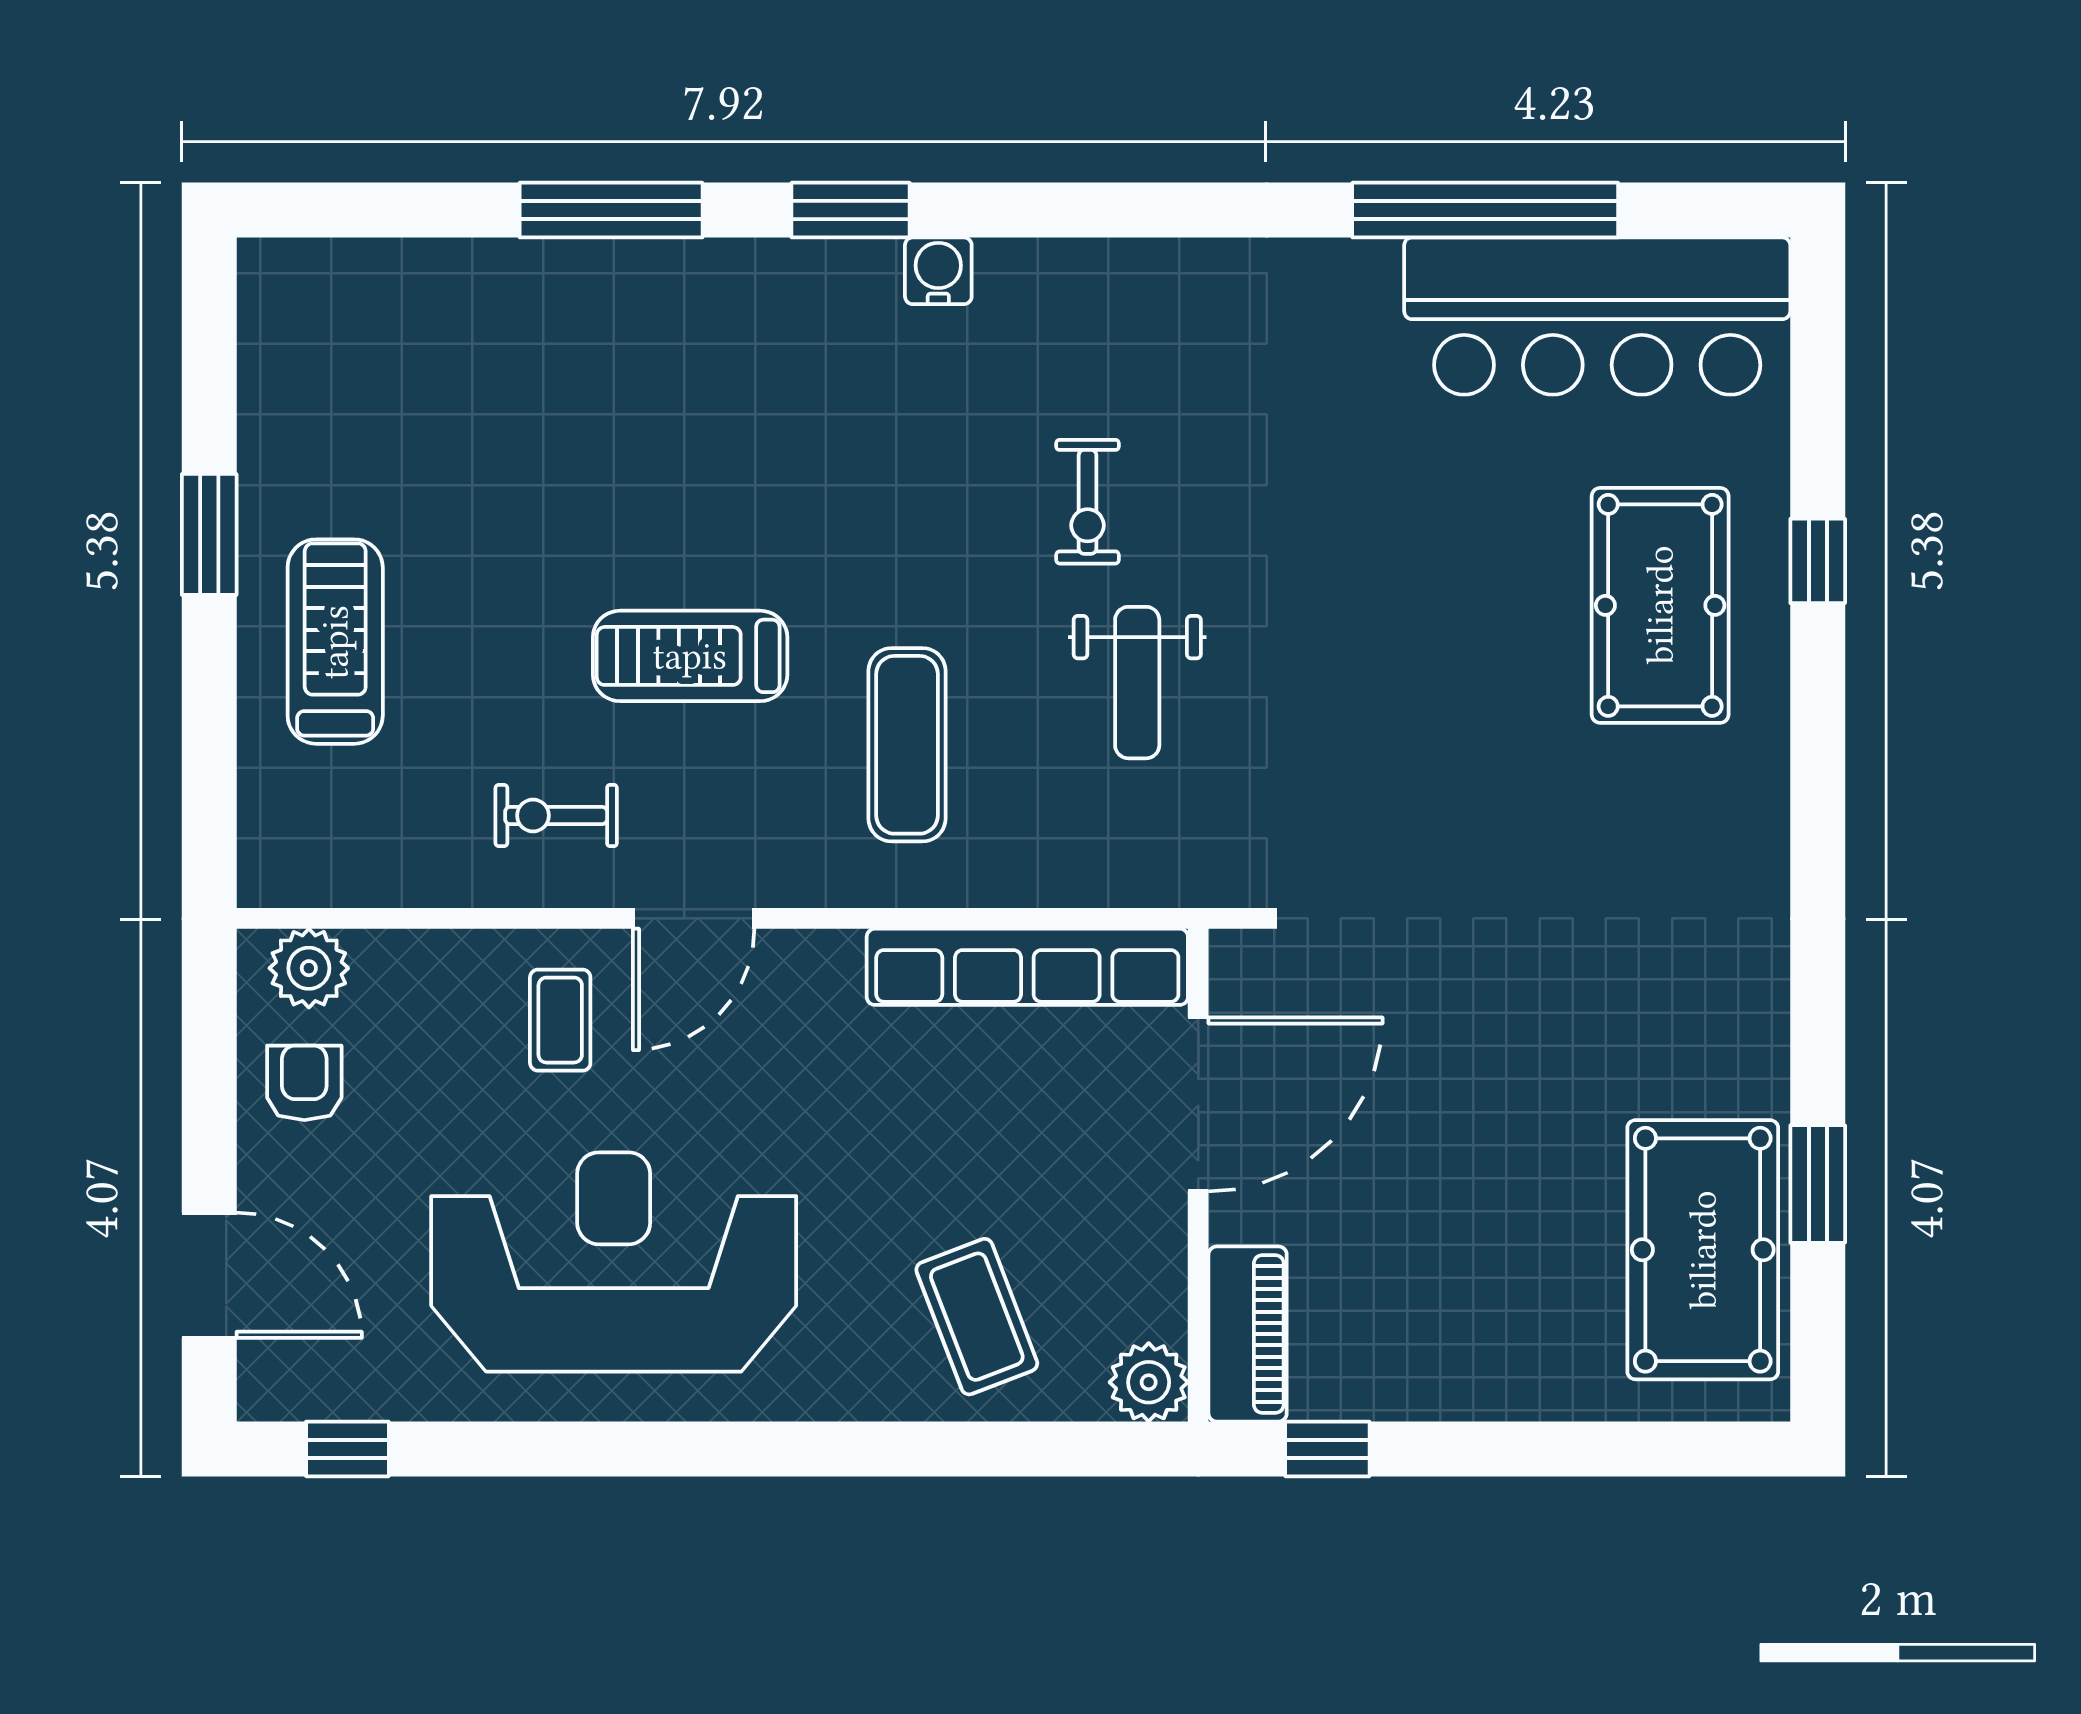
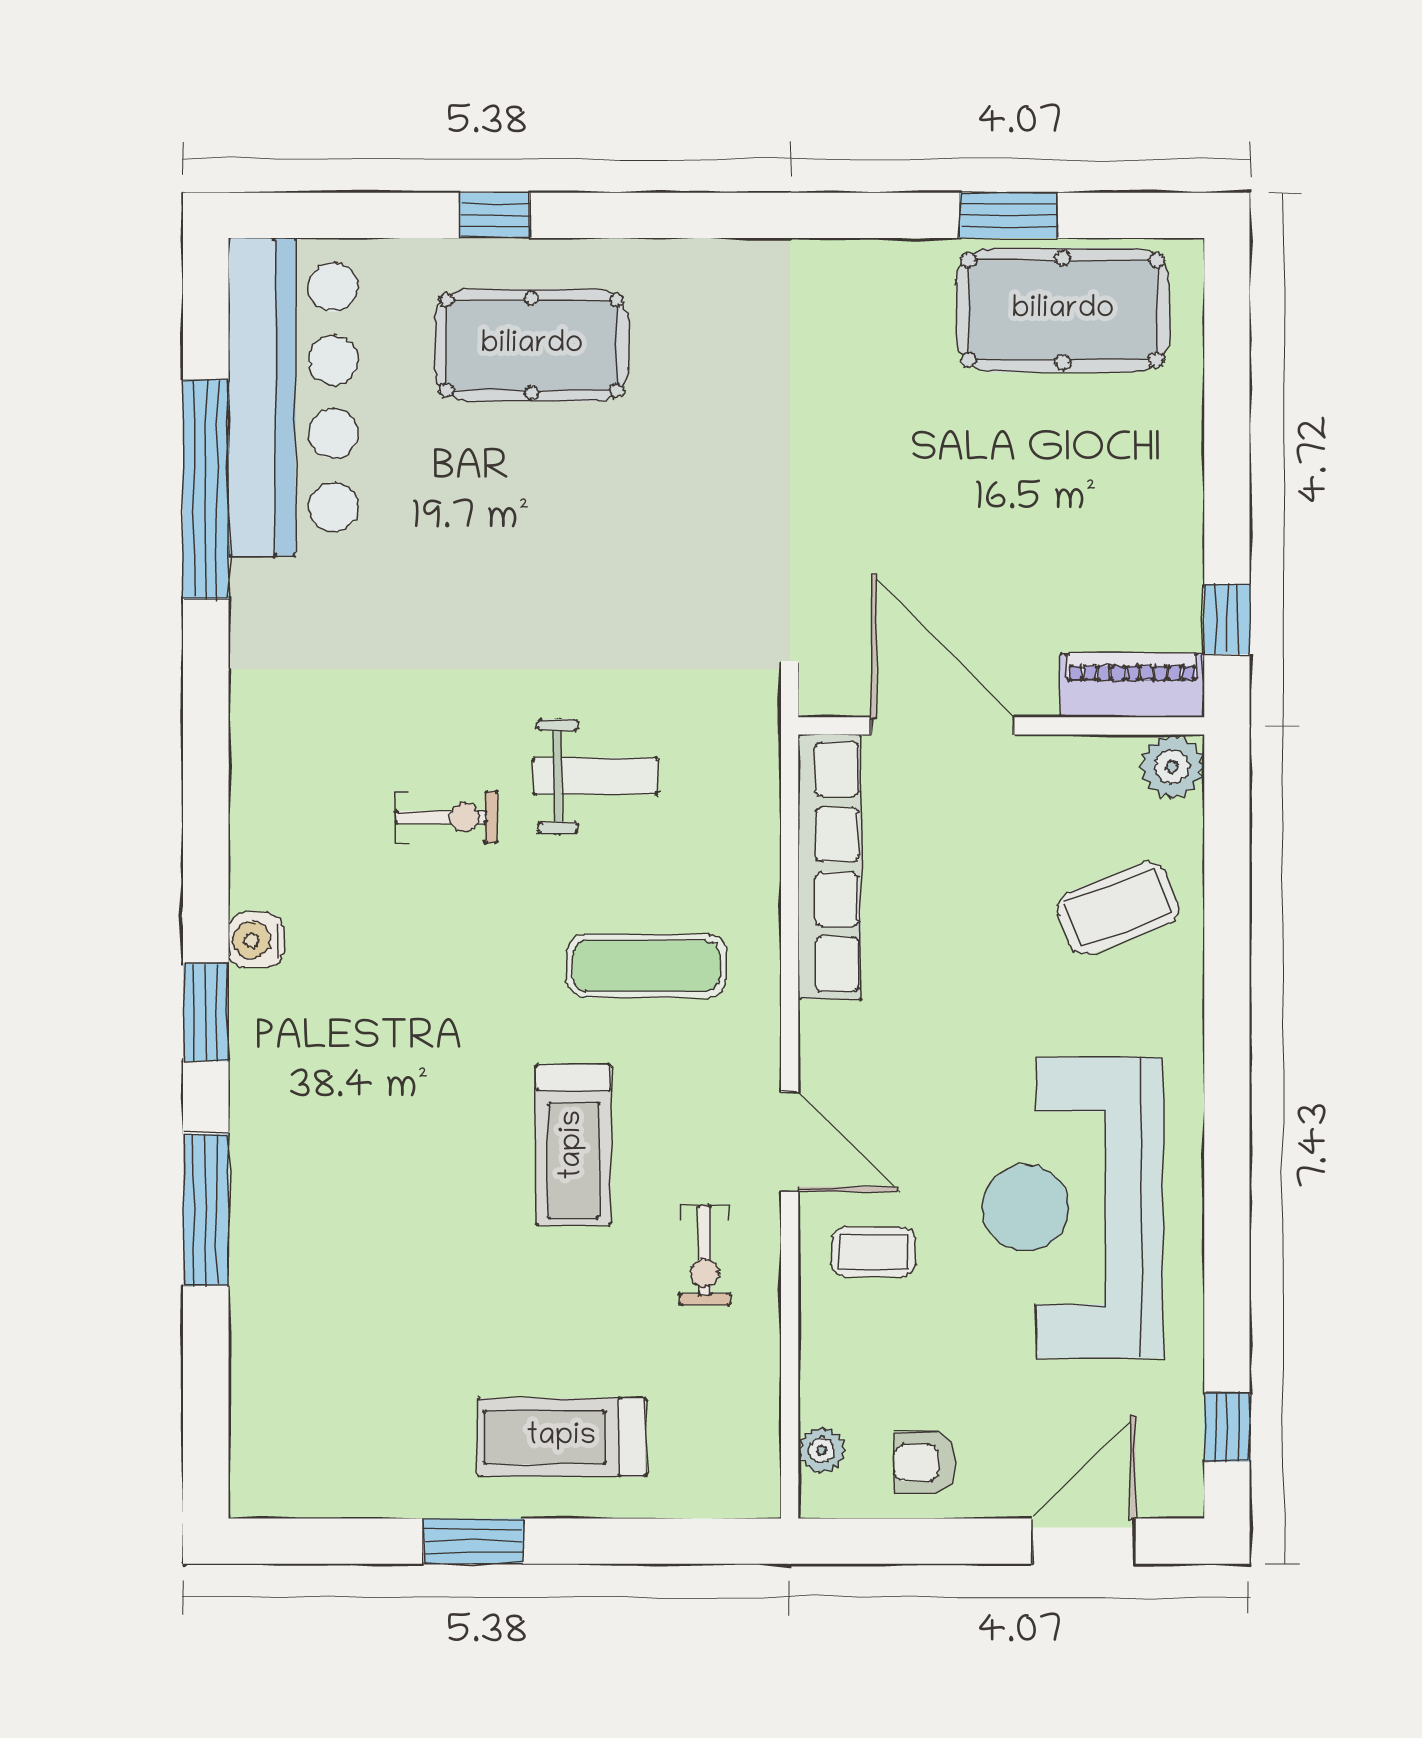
plant: (309, 968) -> (822, 1450), width x0.73, depth x0.73

